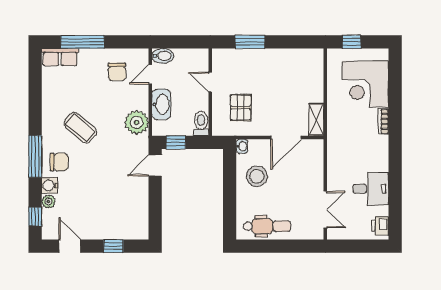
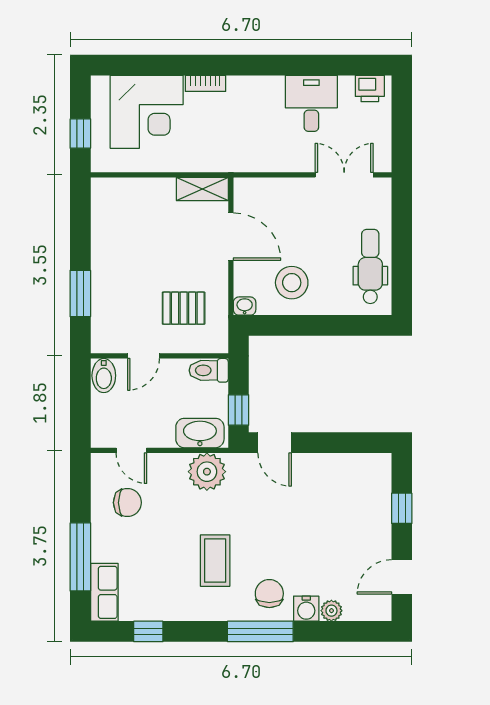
bidet: (163, 56) -> (104, 376), moved, turned 180
washbasin: (161, 104) -> (200, 433), moved
coffee table: (80, 128) -> (215, 561), turned -41
window: (35, 217) -> (148, 631), moved

